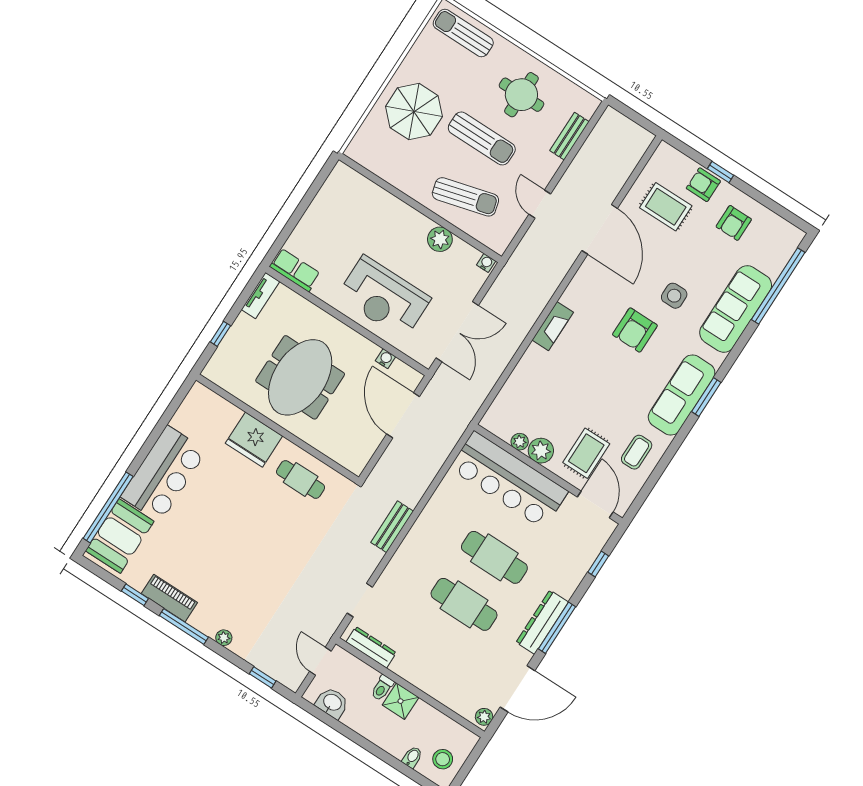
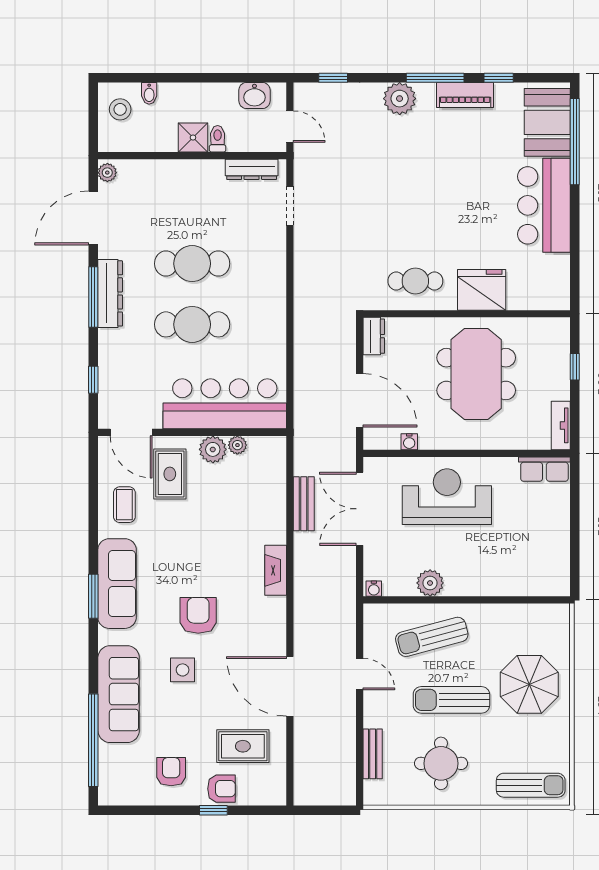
dresser: (360, 458) -> (374, 336), added
bench: (392, 527) -> (304, 504), moved
plant: (224, 638) -> (400, 99), width x1.87, depth x1.87

